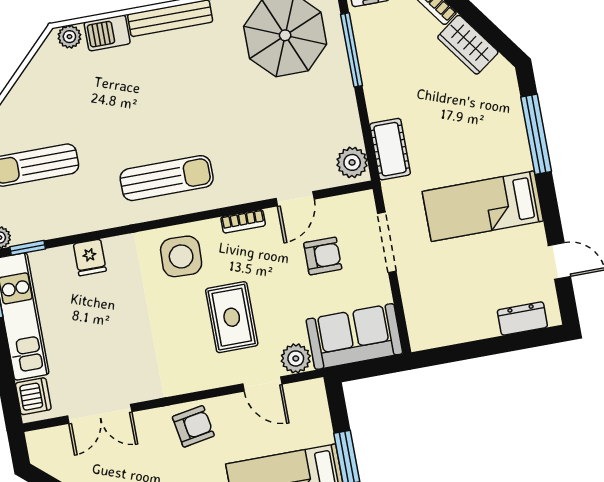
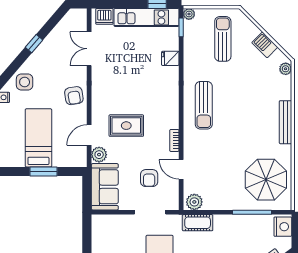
barbecue: (107, 33) -> (265, 45), moved, turned -45
side table: (181, 256) -> (162, 105), removed

